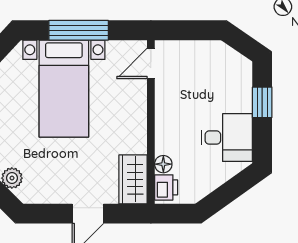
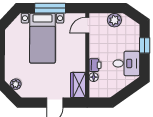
plant: (203, 53) -> (114, 20), added
printer: (166, 187) -> (95, 65), moved

